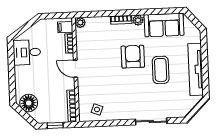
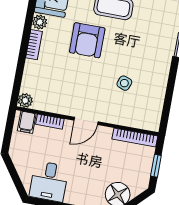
armchair: (133, 57) -> (87, 40), turned -90
side table: (97, 109) -> (124, 83), moved

